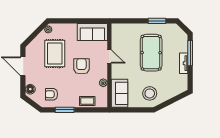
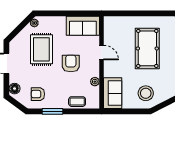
window: (157, 21) -> (154, 13), removed

